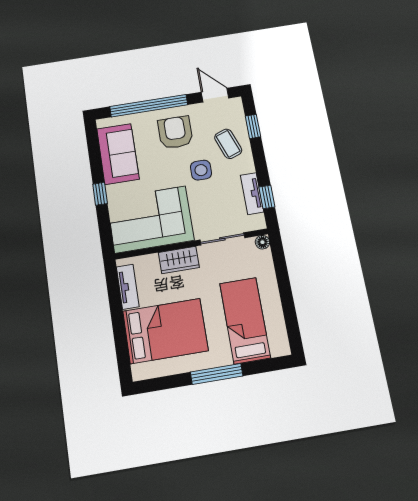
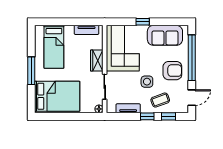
window: (267, 197) -> (147, 116), moved
bed: (245, 320) -> (57, 96), width x1.50
bed: (165, 331) -> (54, 47), width x0.67

